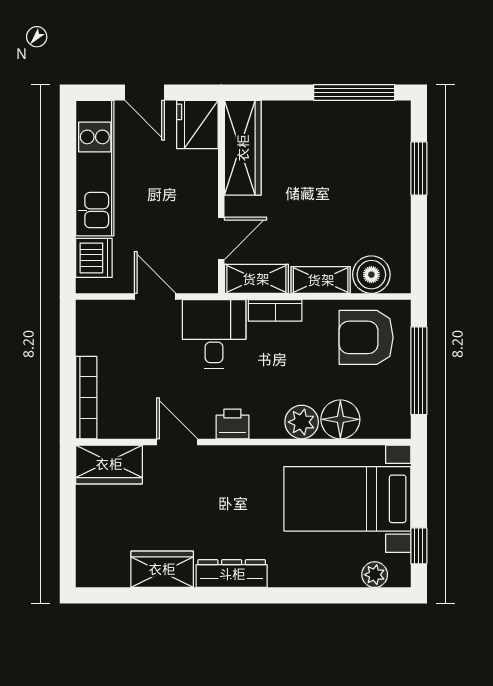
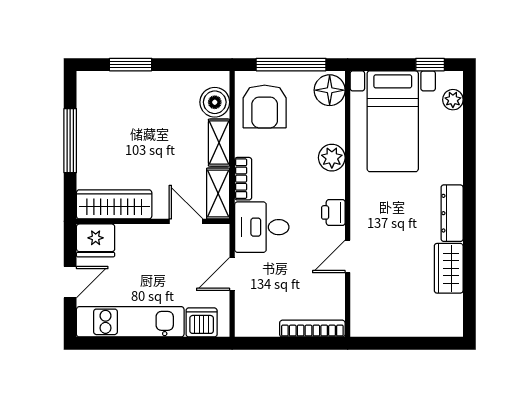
window: (354, 92) -> (70, 141), moved
floor lamp: (340, 419) -> (330, 90), moved
wardrobe: (109, 464) -> (365, 311), removed

